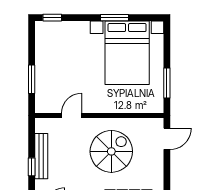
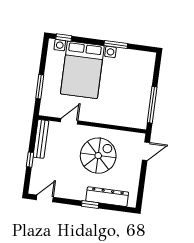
bed with nightstands: (127, 53) -> (82, 70), moved
window: (167, 83) -> (152, 105), width x1.44
bench: (41, 156) -> (41, 139), moved

